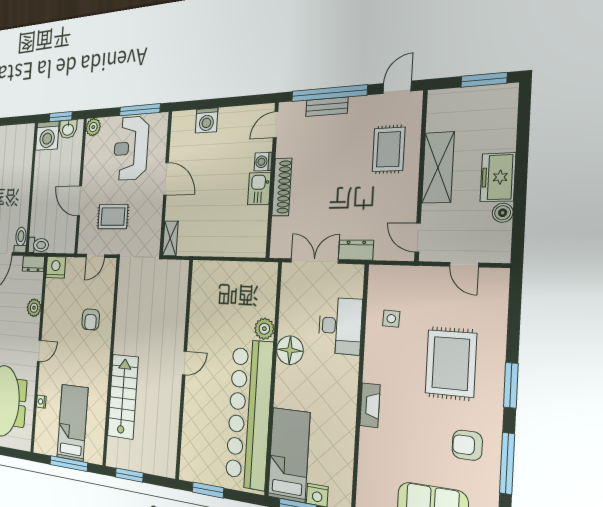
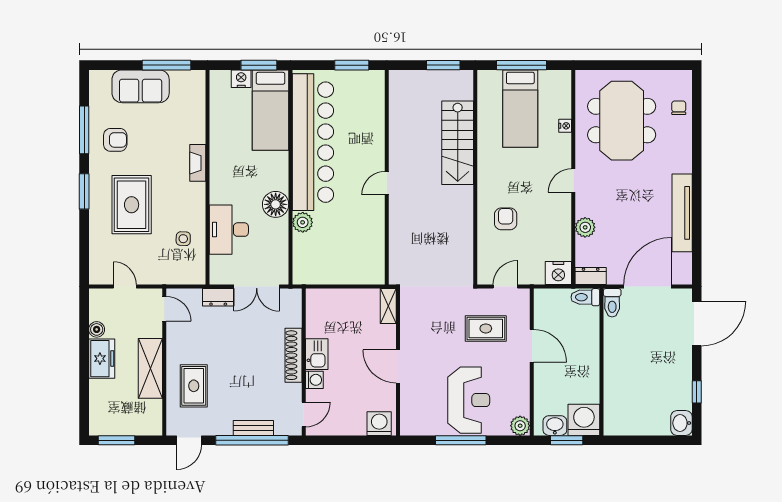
door: (166, 179) -> (398, 366), moved
wall: (166, 183) -> (398, 362), moved
shelving: (170, 238) -> (388, 306), moved

